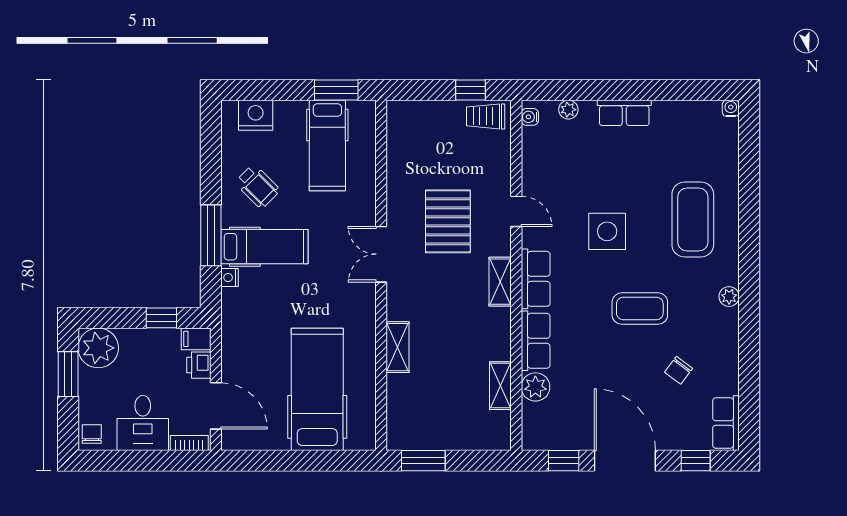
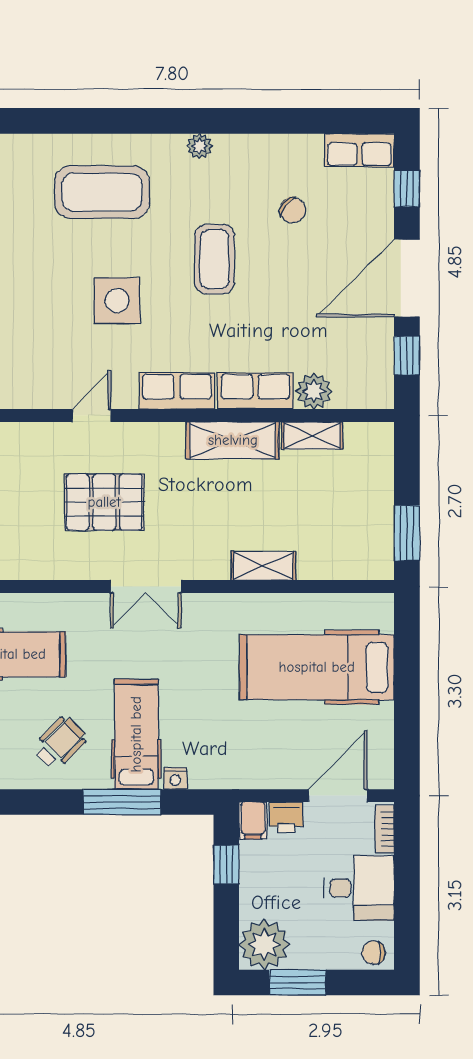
shelving: (500, 282) -> (233, 440), moved, width x1.50, depth x1.33

